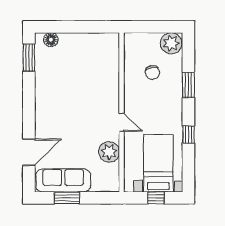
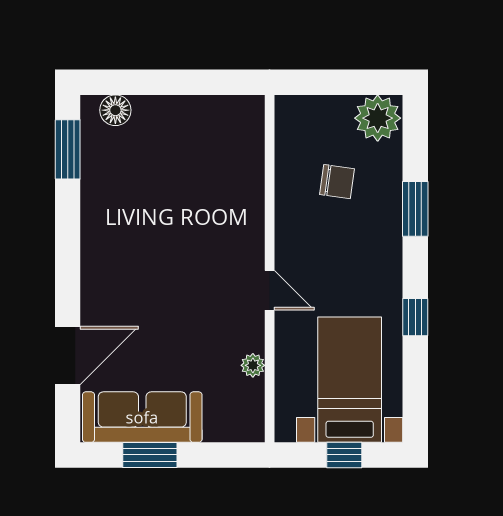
chair: (153, 72) -> (337, 182), turned -71
plant: (109, 152) -> (253, 365), width x0.53, depth x0.53

